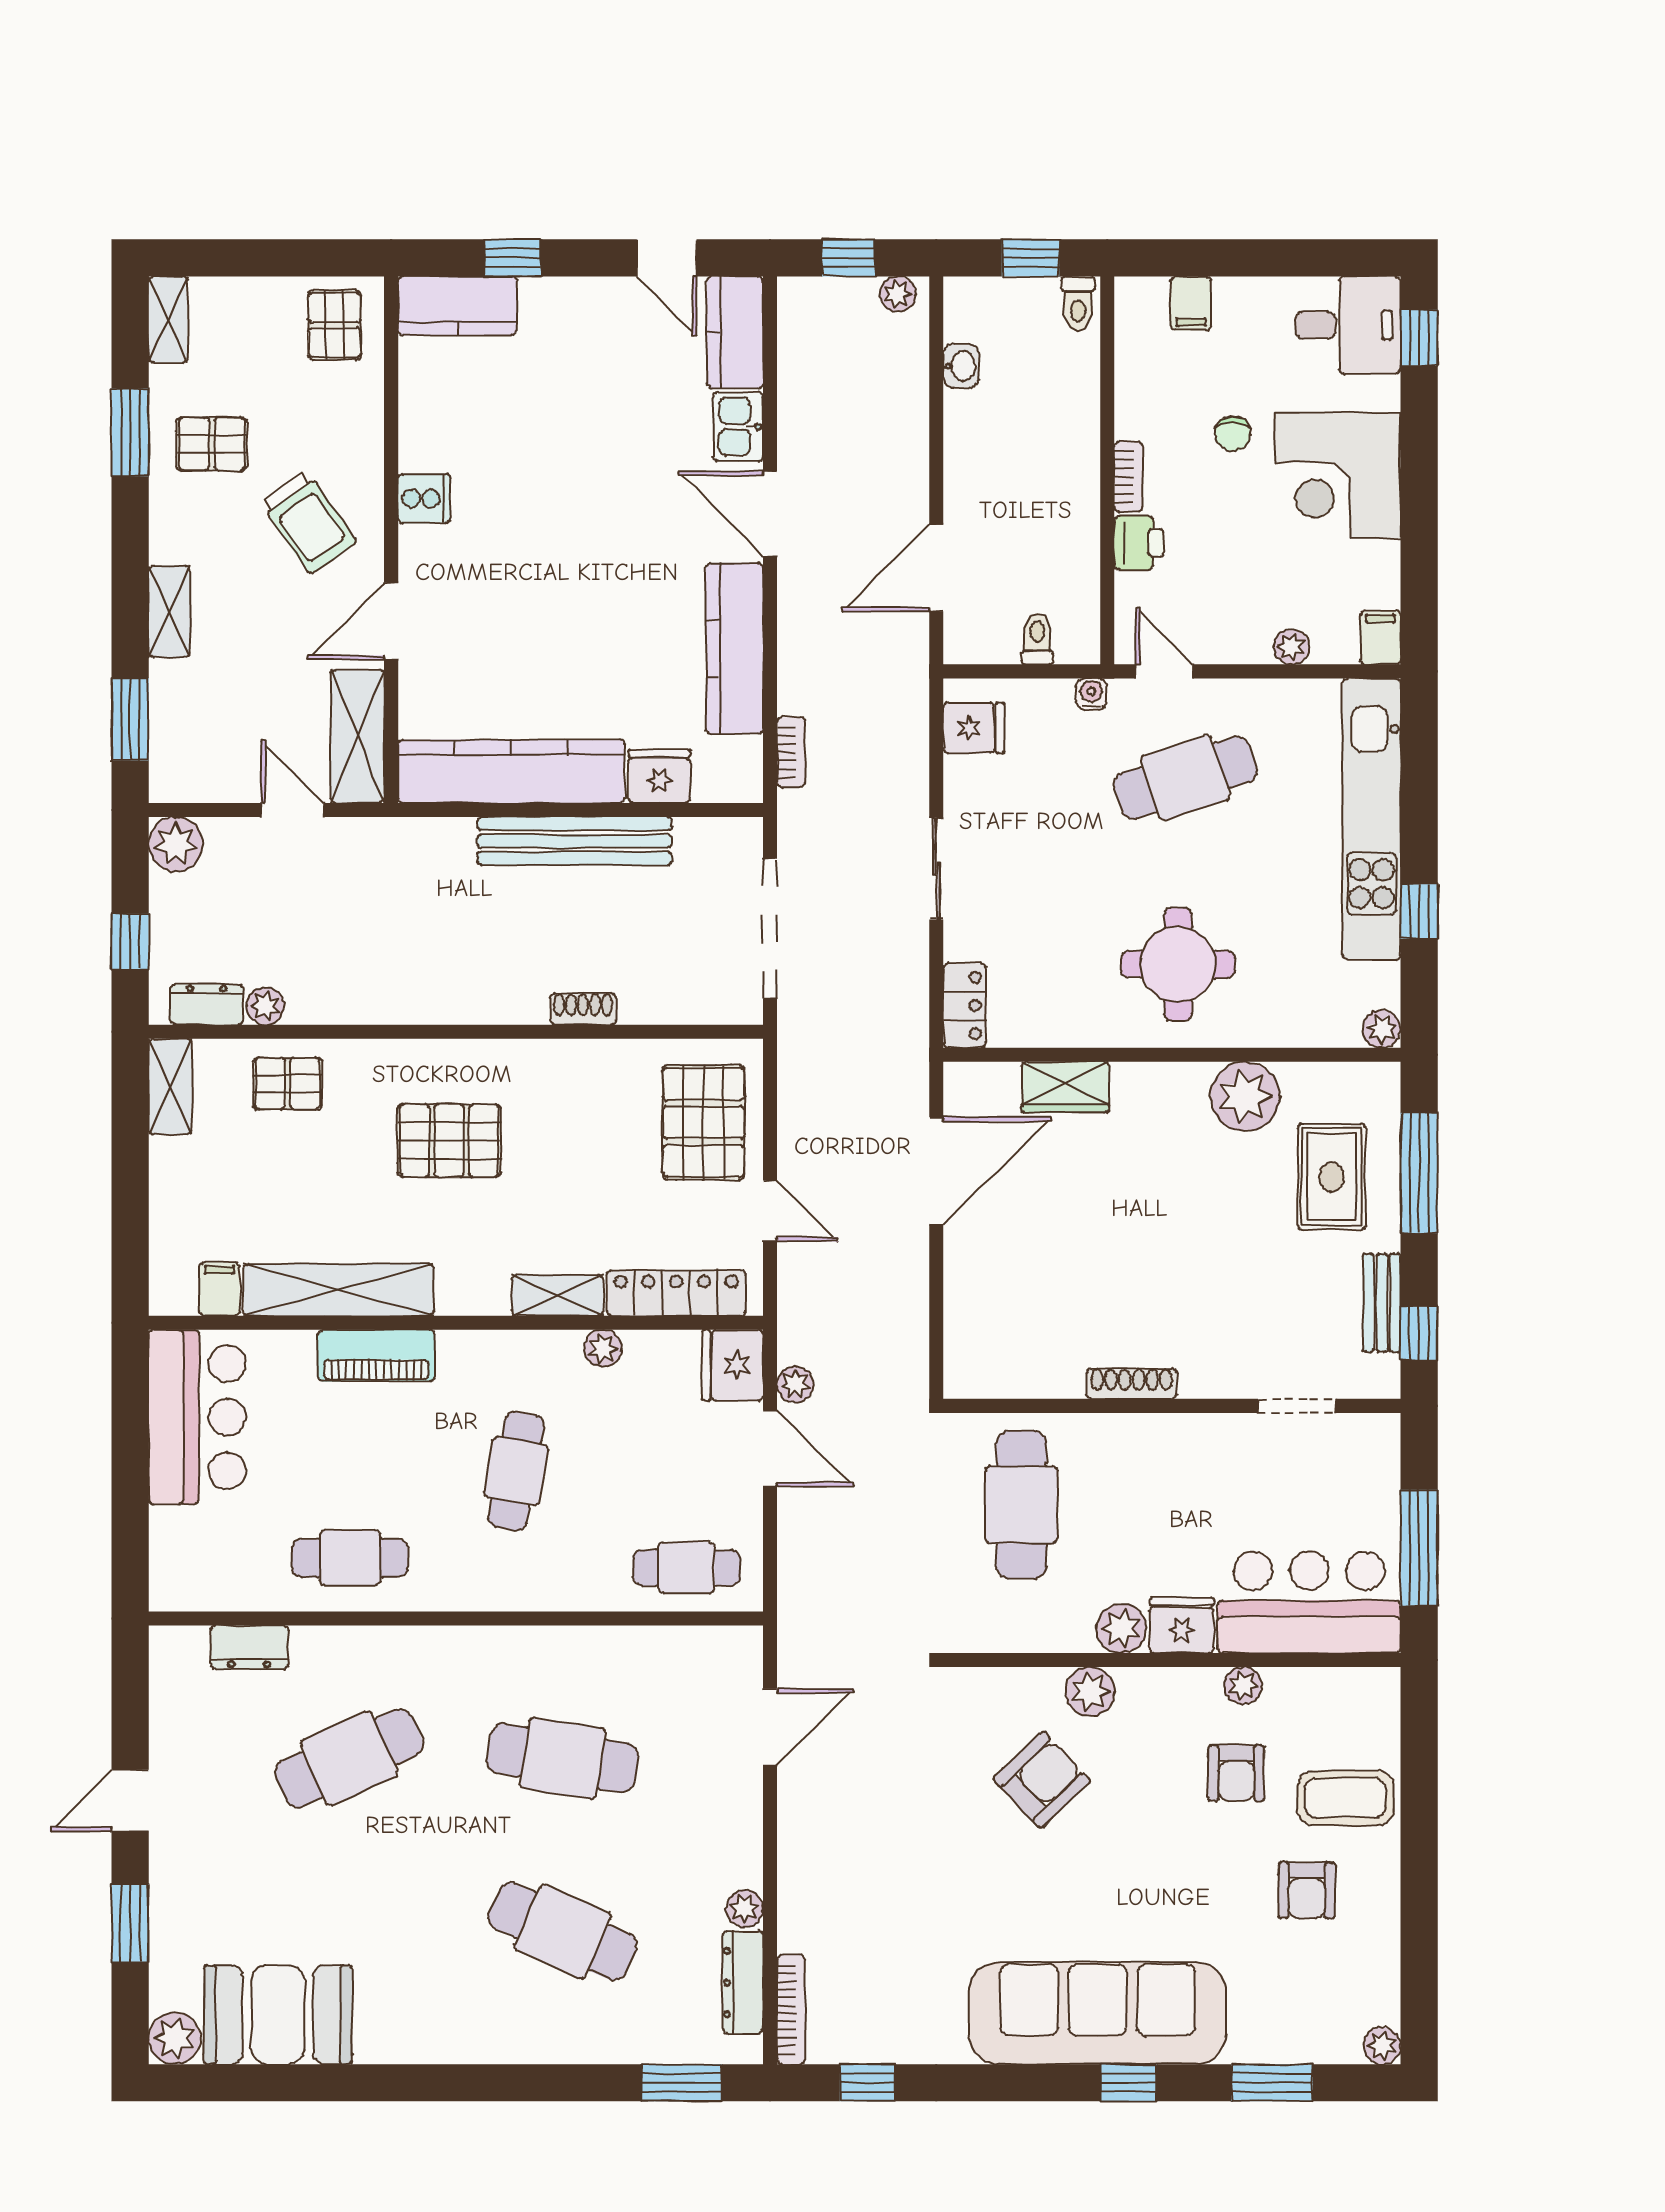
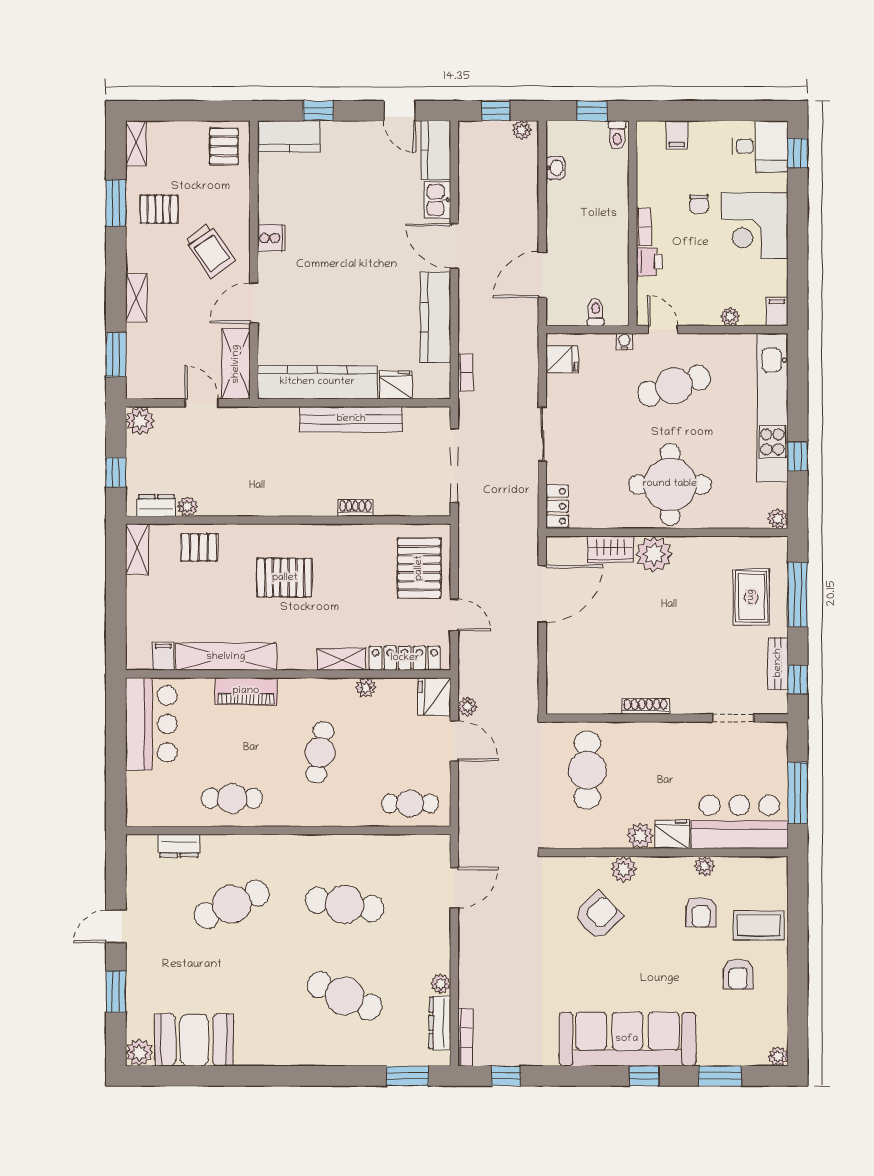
round table: (1178, 964) -> (670, 484), width x1.36, depth x1.36
plant: (1245, 1096) -> (654, 554), moved

